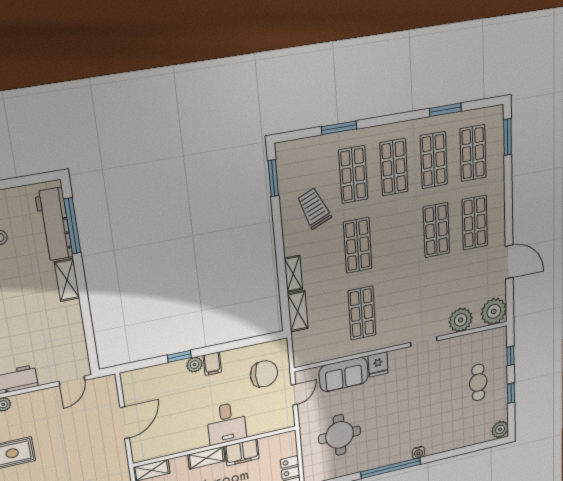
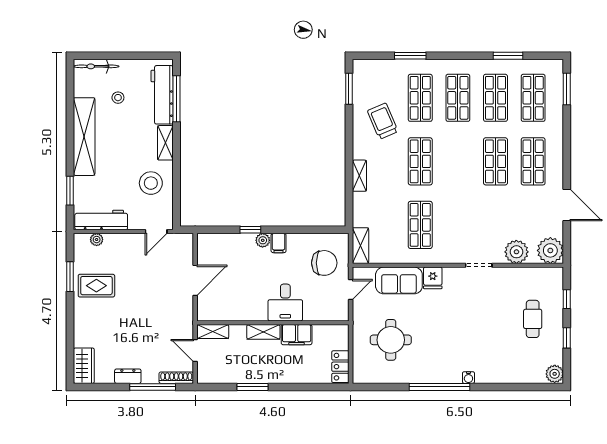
shelving: (298, 311) -> (360, 246), moved
stool: (57, 329) -> (151, 183), added

